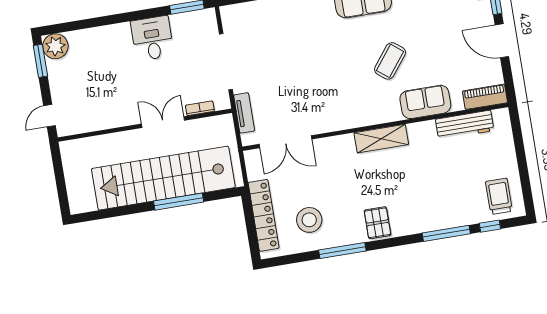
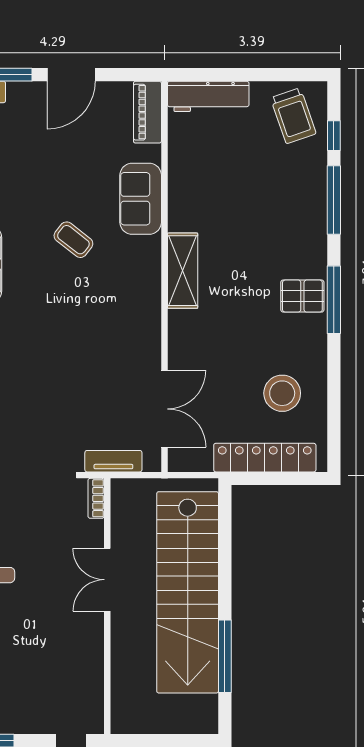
coffee table: (390, 61) -> (73, 240), width x0.73, depth x0.77
bookcase: (200, 108) -> (96, 498), moved
workbench: (465, 125) -> (208, 96), moved, turned 90
trolley: (499, 196) -> (293, 116), turned -109
window: (179, 202) -> (225, 656), moved
window: (342, 251) -> (334, 300), moved

